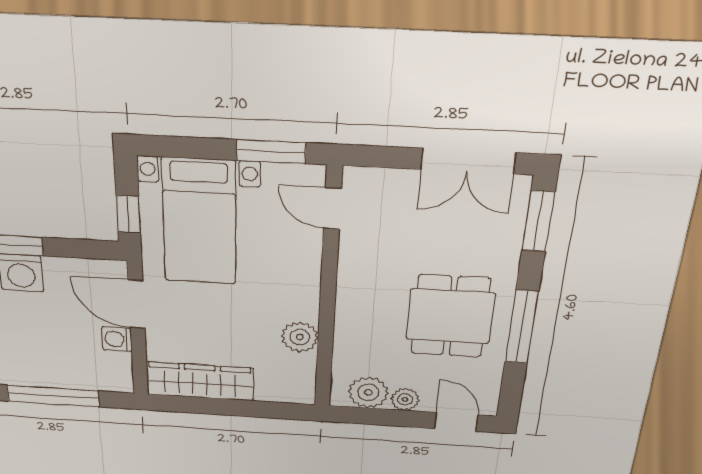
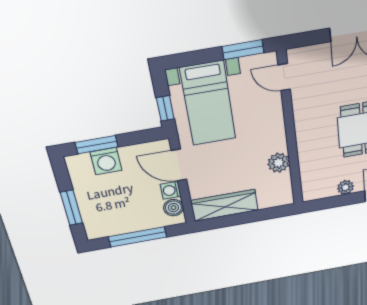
boiler: (117, 366) -> (173, 208), added
plant: (368, 392) -> (324, 188), removed

